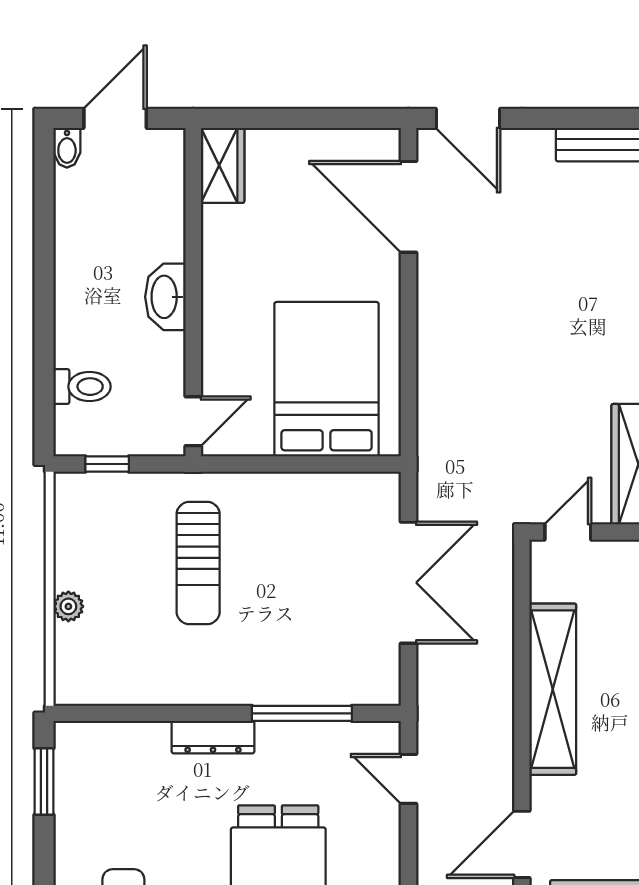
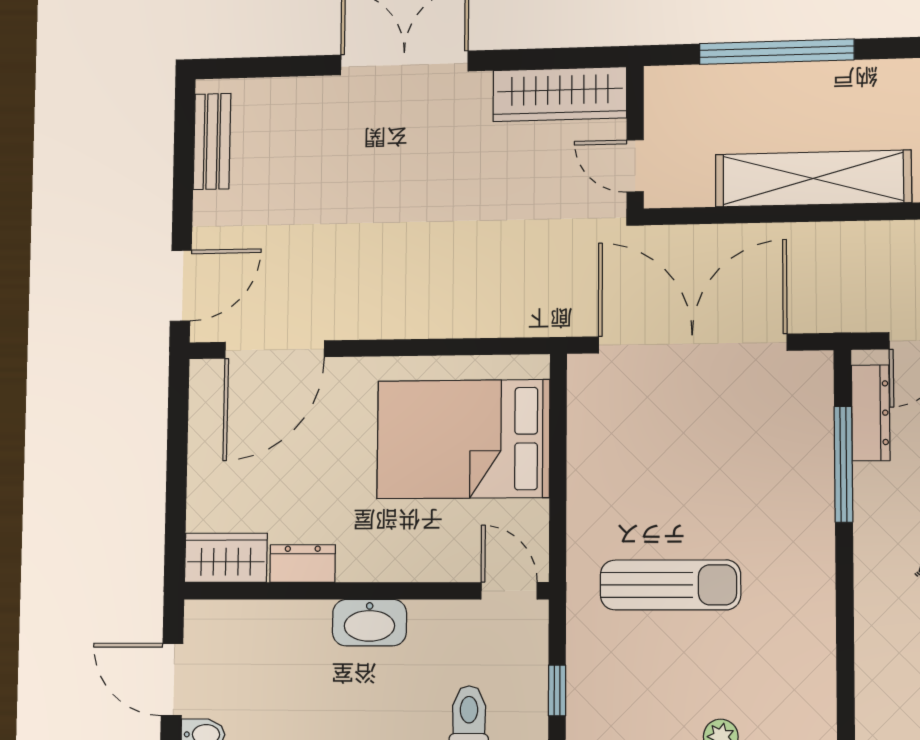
dresser: (217, 235) -> (303, 563), added
double door: (409, 583) -> (692, 344), width x1.36
dresser: (213, 737) -> (871, 413), moved

